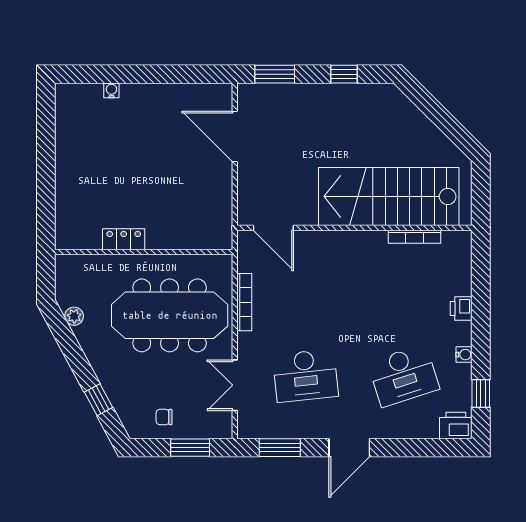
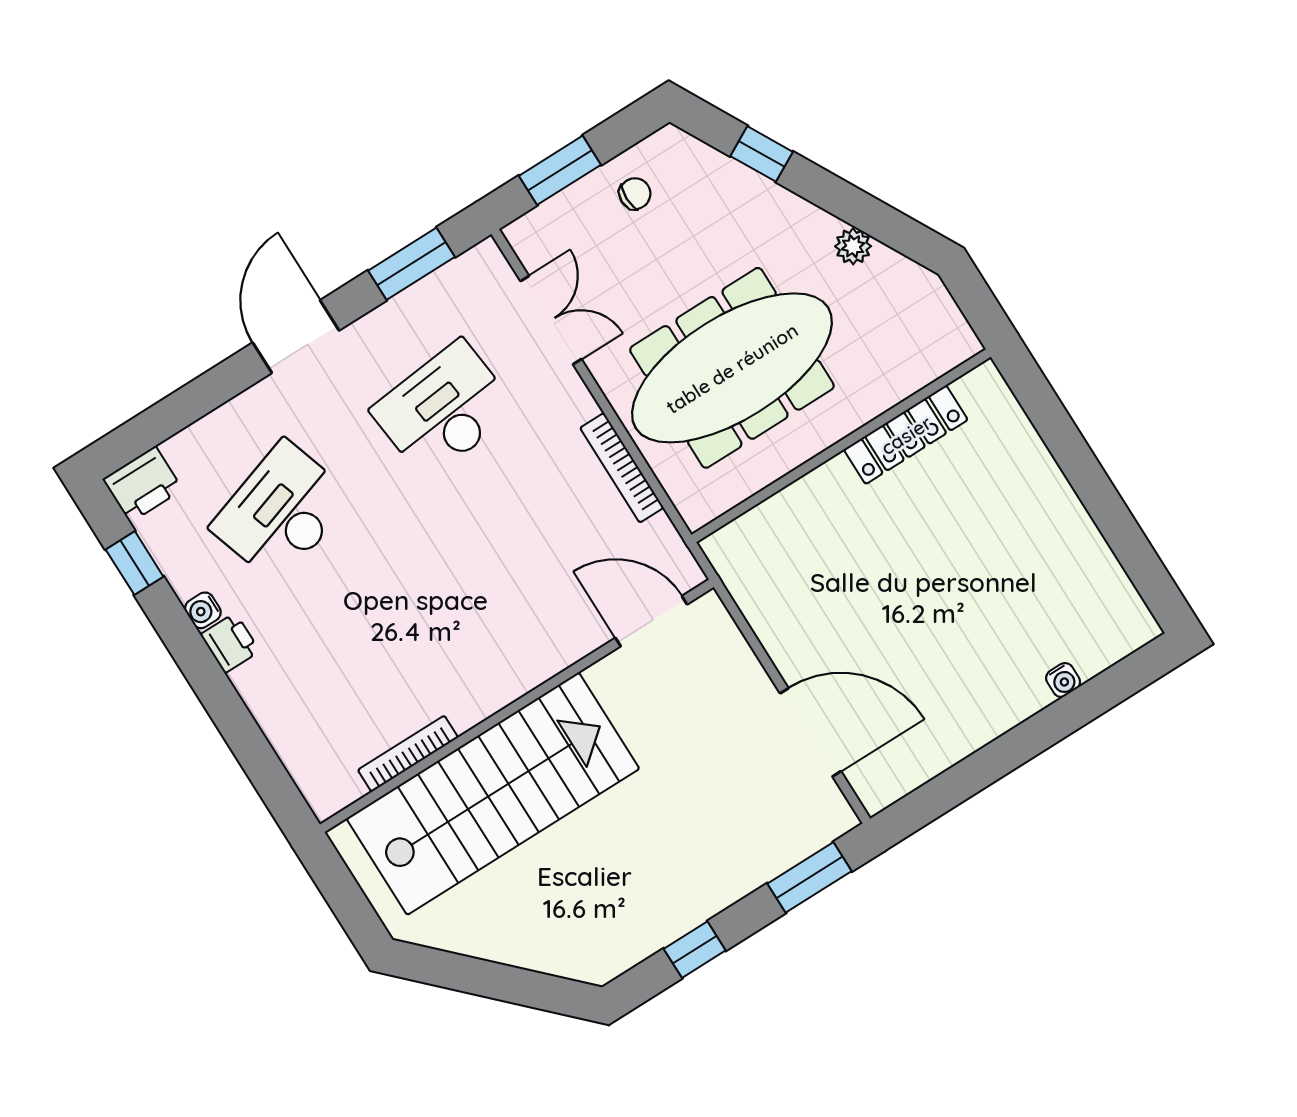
locker: (124, 239) -> (906, 435), width x1.53
printer: (461, 308) -> (230, 643), moved
plant: (74, 316) -> (853, 246), moved

